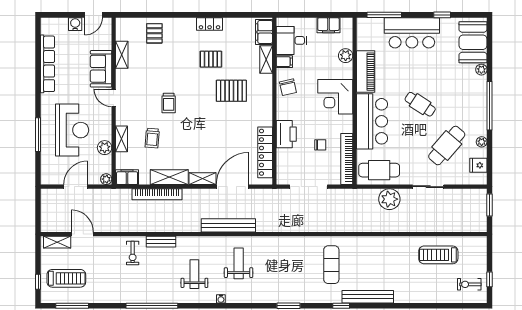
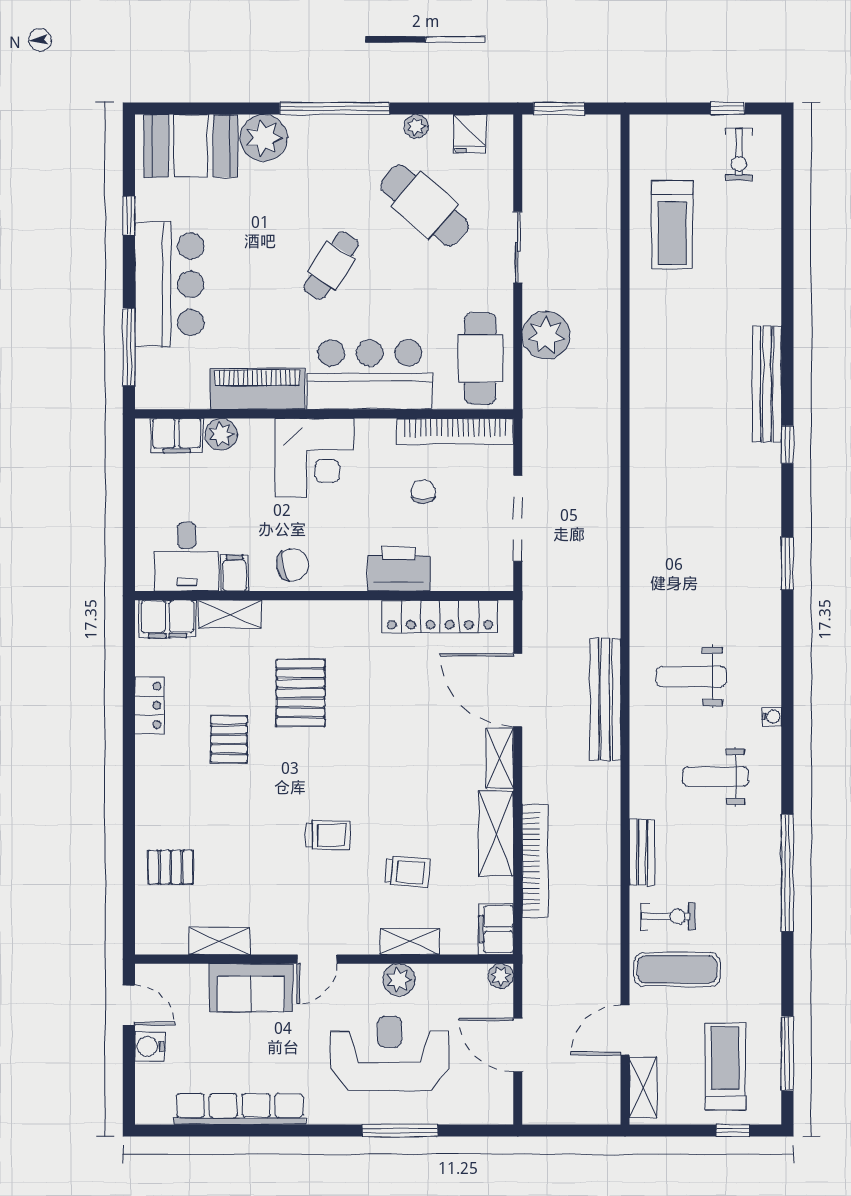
locker: (210, 24) -> (149, 705), moved
filing cabinet: (328, 25) -> (177, 436), moved, turned 90
plant: (481, 70) -> (264, 138), width x1.87, depth x1.87
plant: (105, 148) -> (399, 980), moved
exercise mat: (331, 265) -> (677, 969), moved

